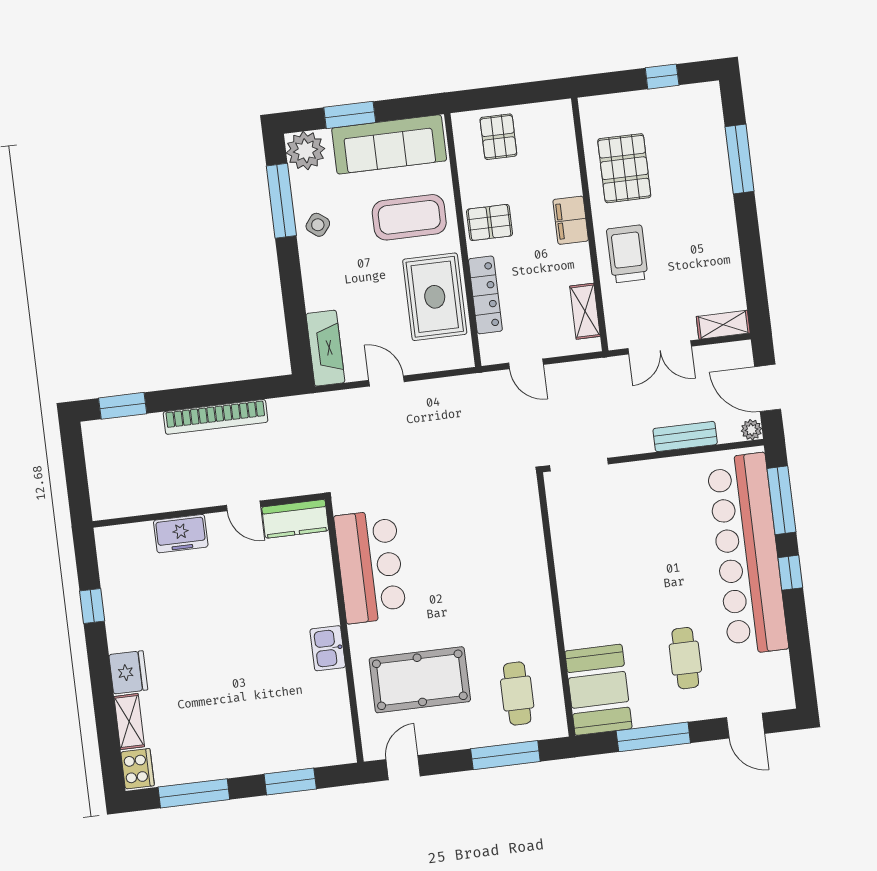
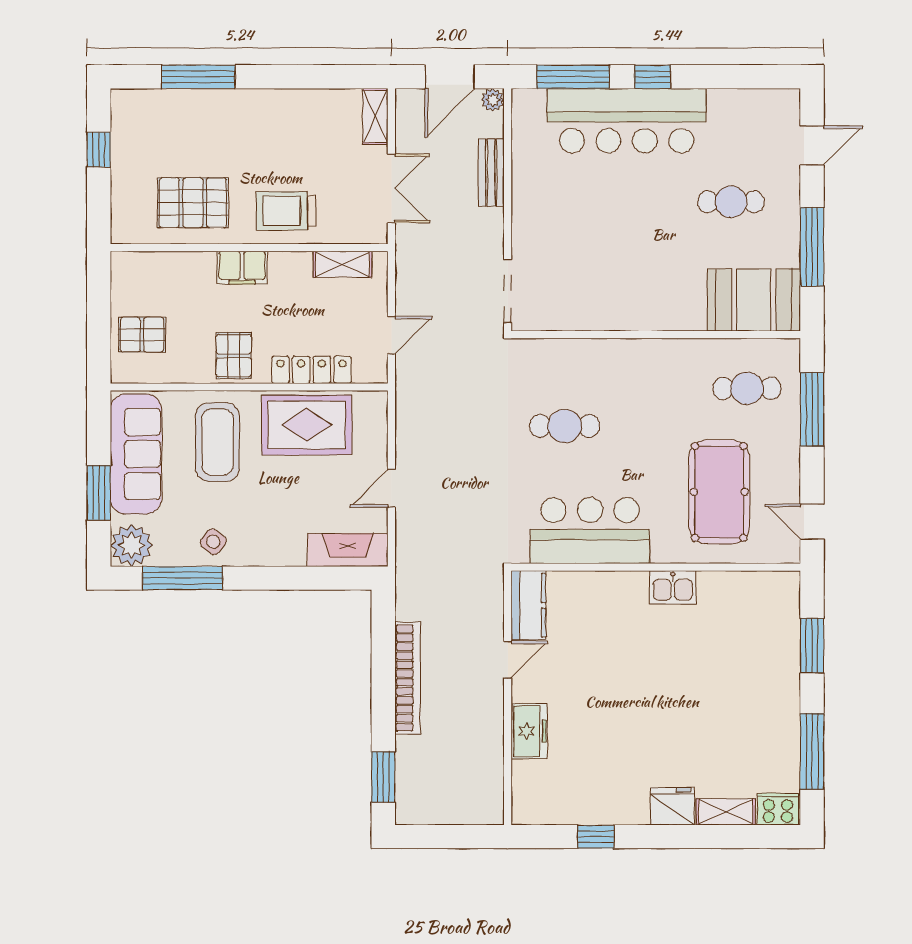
cafe table: (463, 532) -> (565, 426), added
bar counter: (747, 554) -> (627, 121), width x0.73

